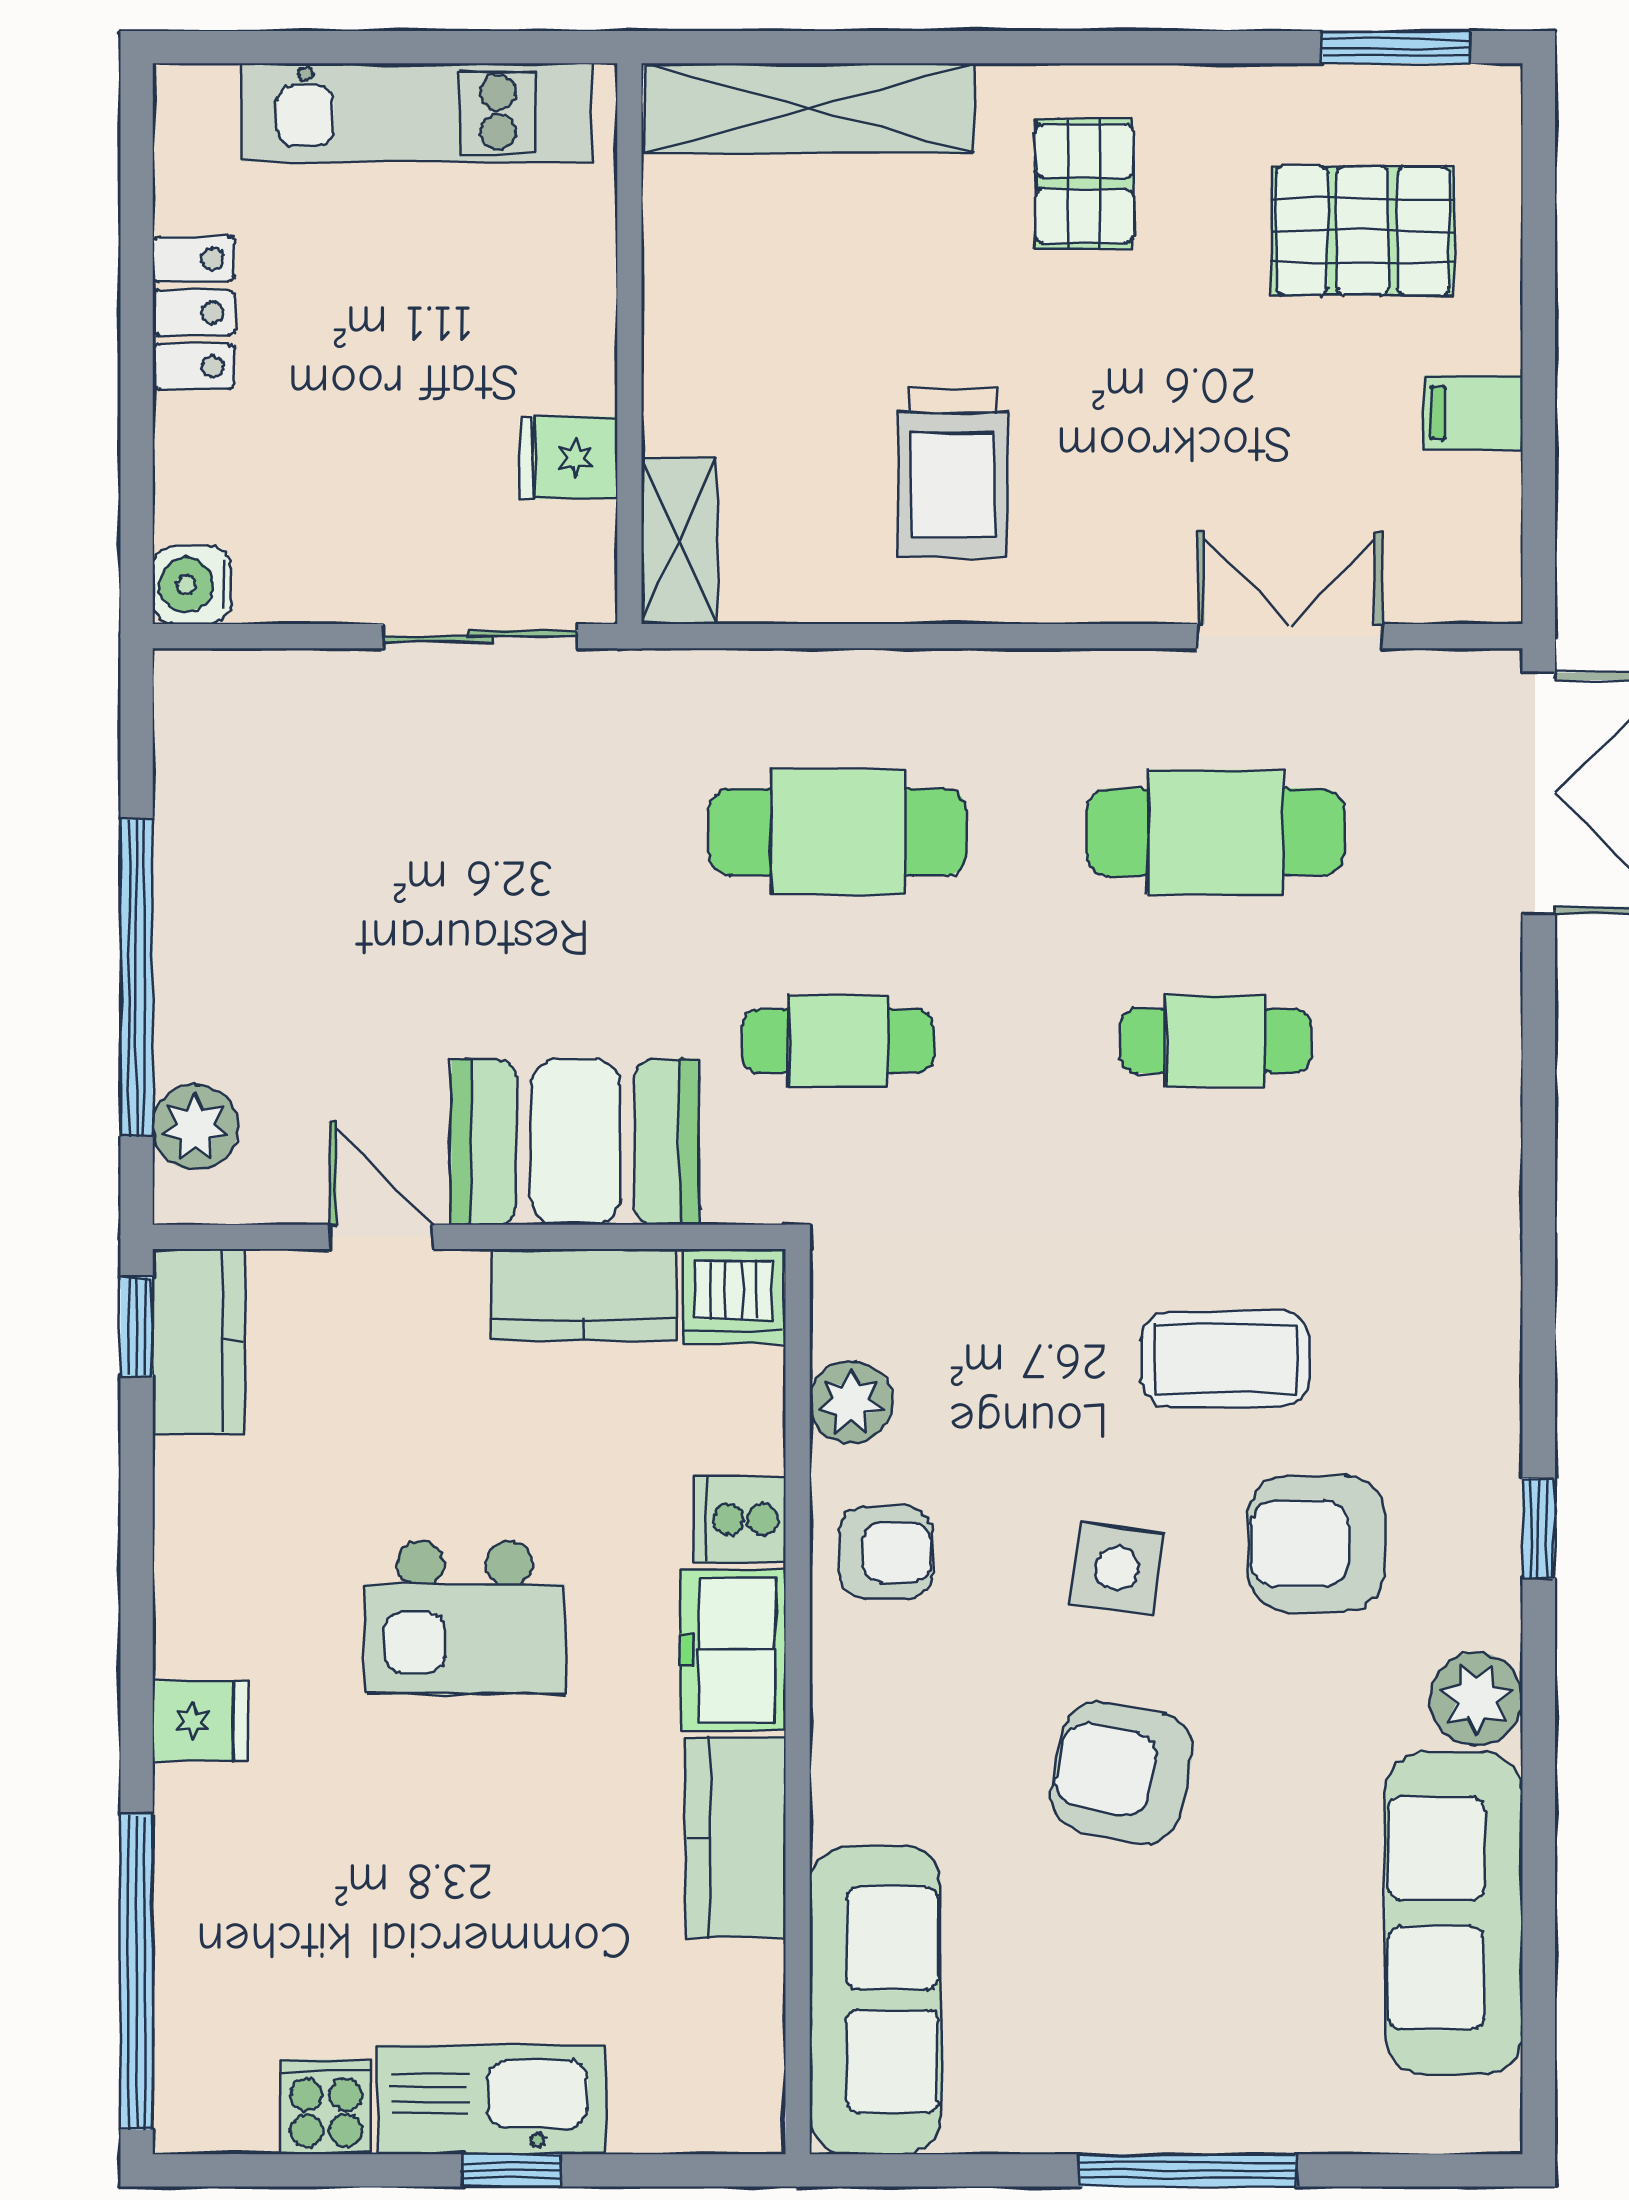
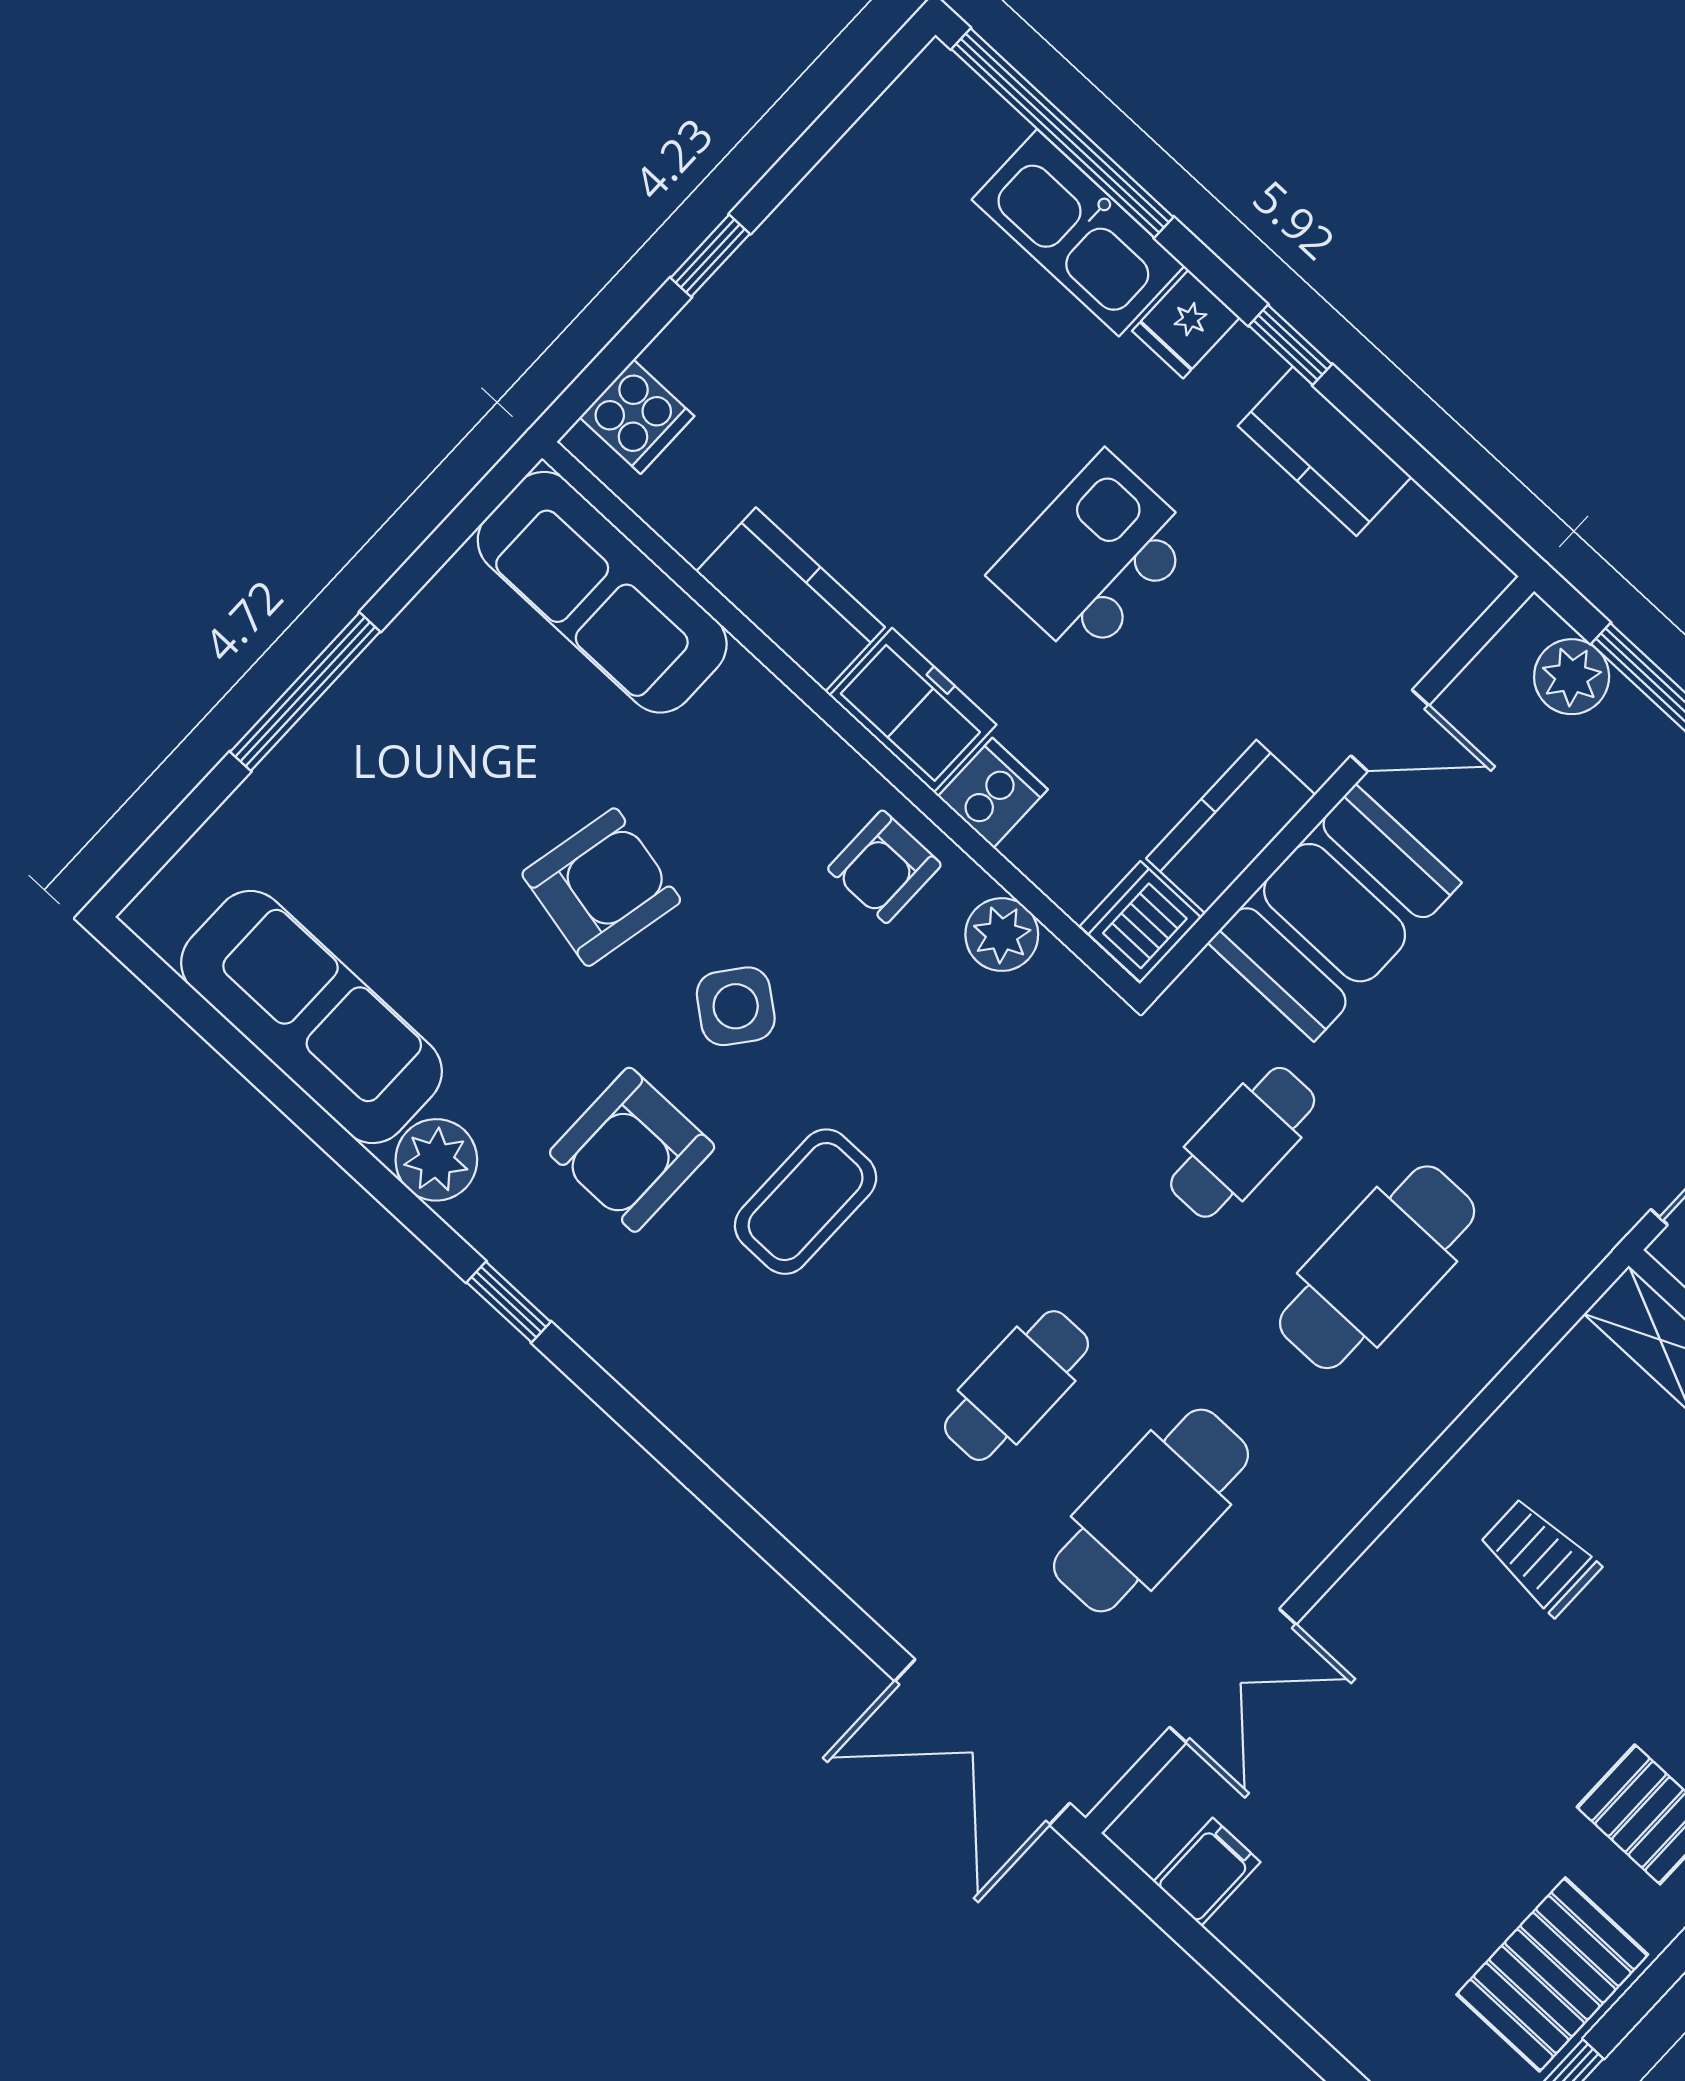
pallet: (1363, 231) -> (1552, 1974), moved
filing cabinet: (1473, 413) -> (1207, 1872), moved
trolley: (953, 473) -> (1540, 1556), width x0.73, depth x0.72
window: (137, 1327) -> (1290, 345), moved
kitchen counter: (199, 1341) -> (1325, 451), moved
armchair: (1316, 1544) -> (632, 1150), turned 180
side table: (1117, 1568) -> (736, 1006), turned 30
kitchen sink: (492, 2099) -> (1078, 233), moved, turned 90
cooker: (326, 2107) -> (637, 417), moved

